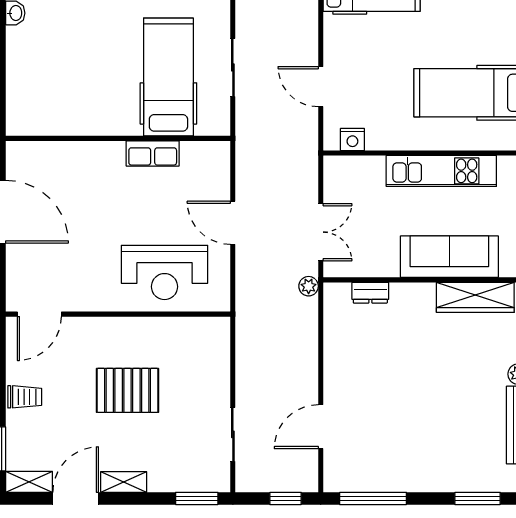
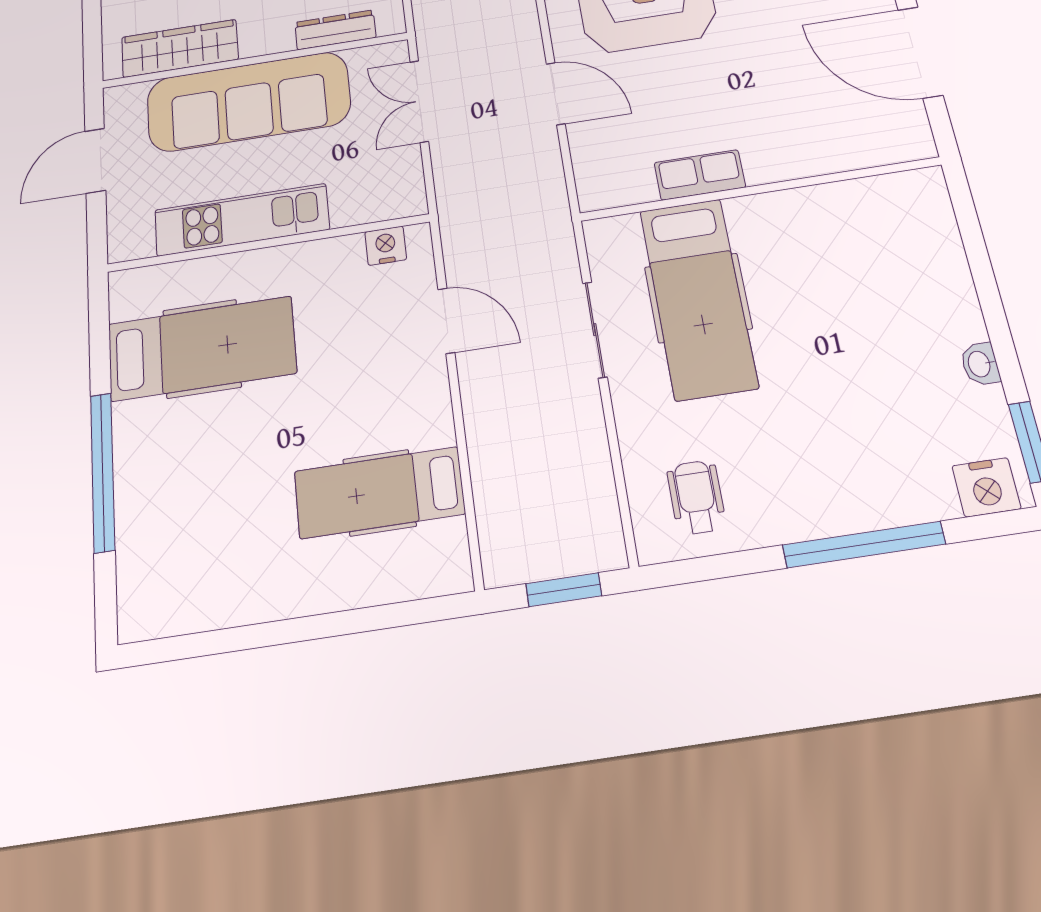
sofa: (449, 257) -> (248, 102), width x1.36, depth x1.27
plant: (309, 286) -> (428, 24), removed
dresser: (370, 293) -> (335, 30), width x1.44

